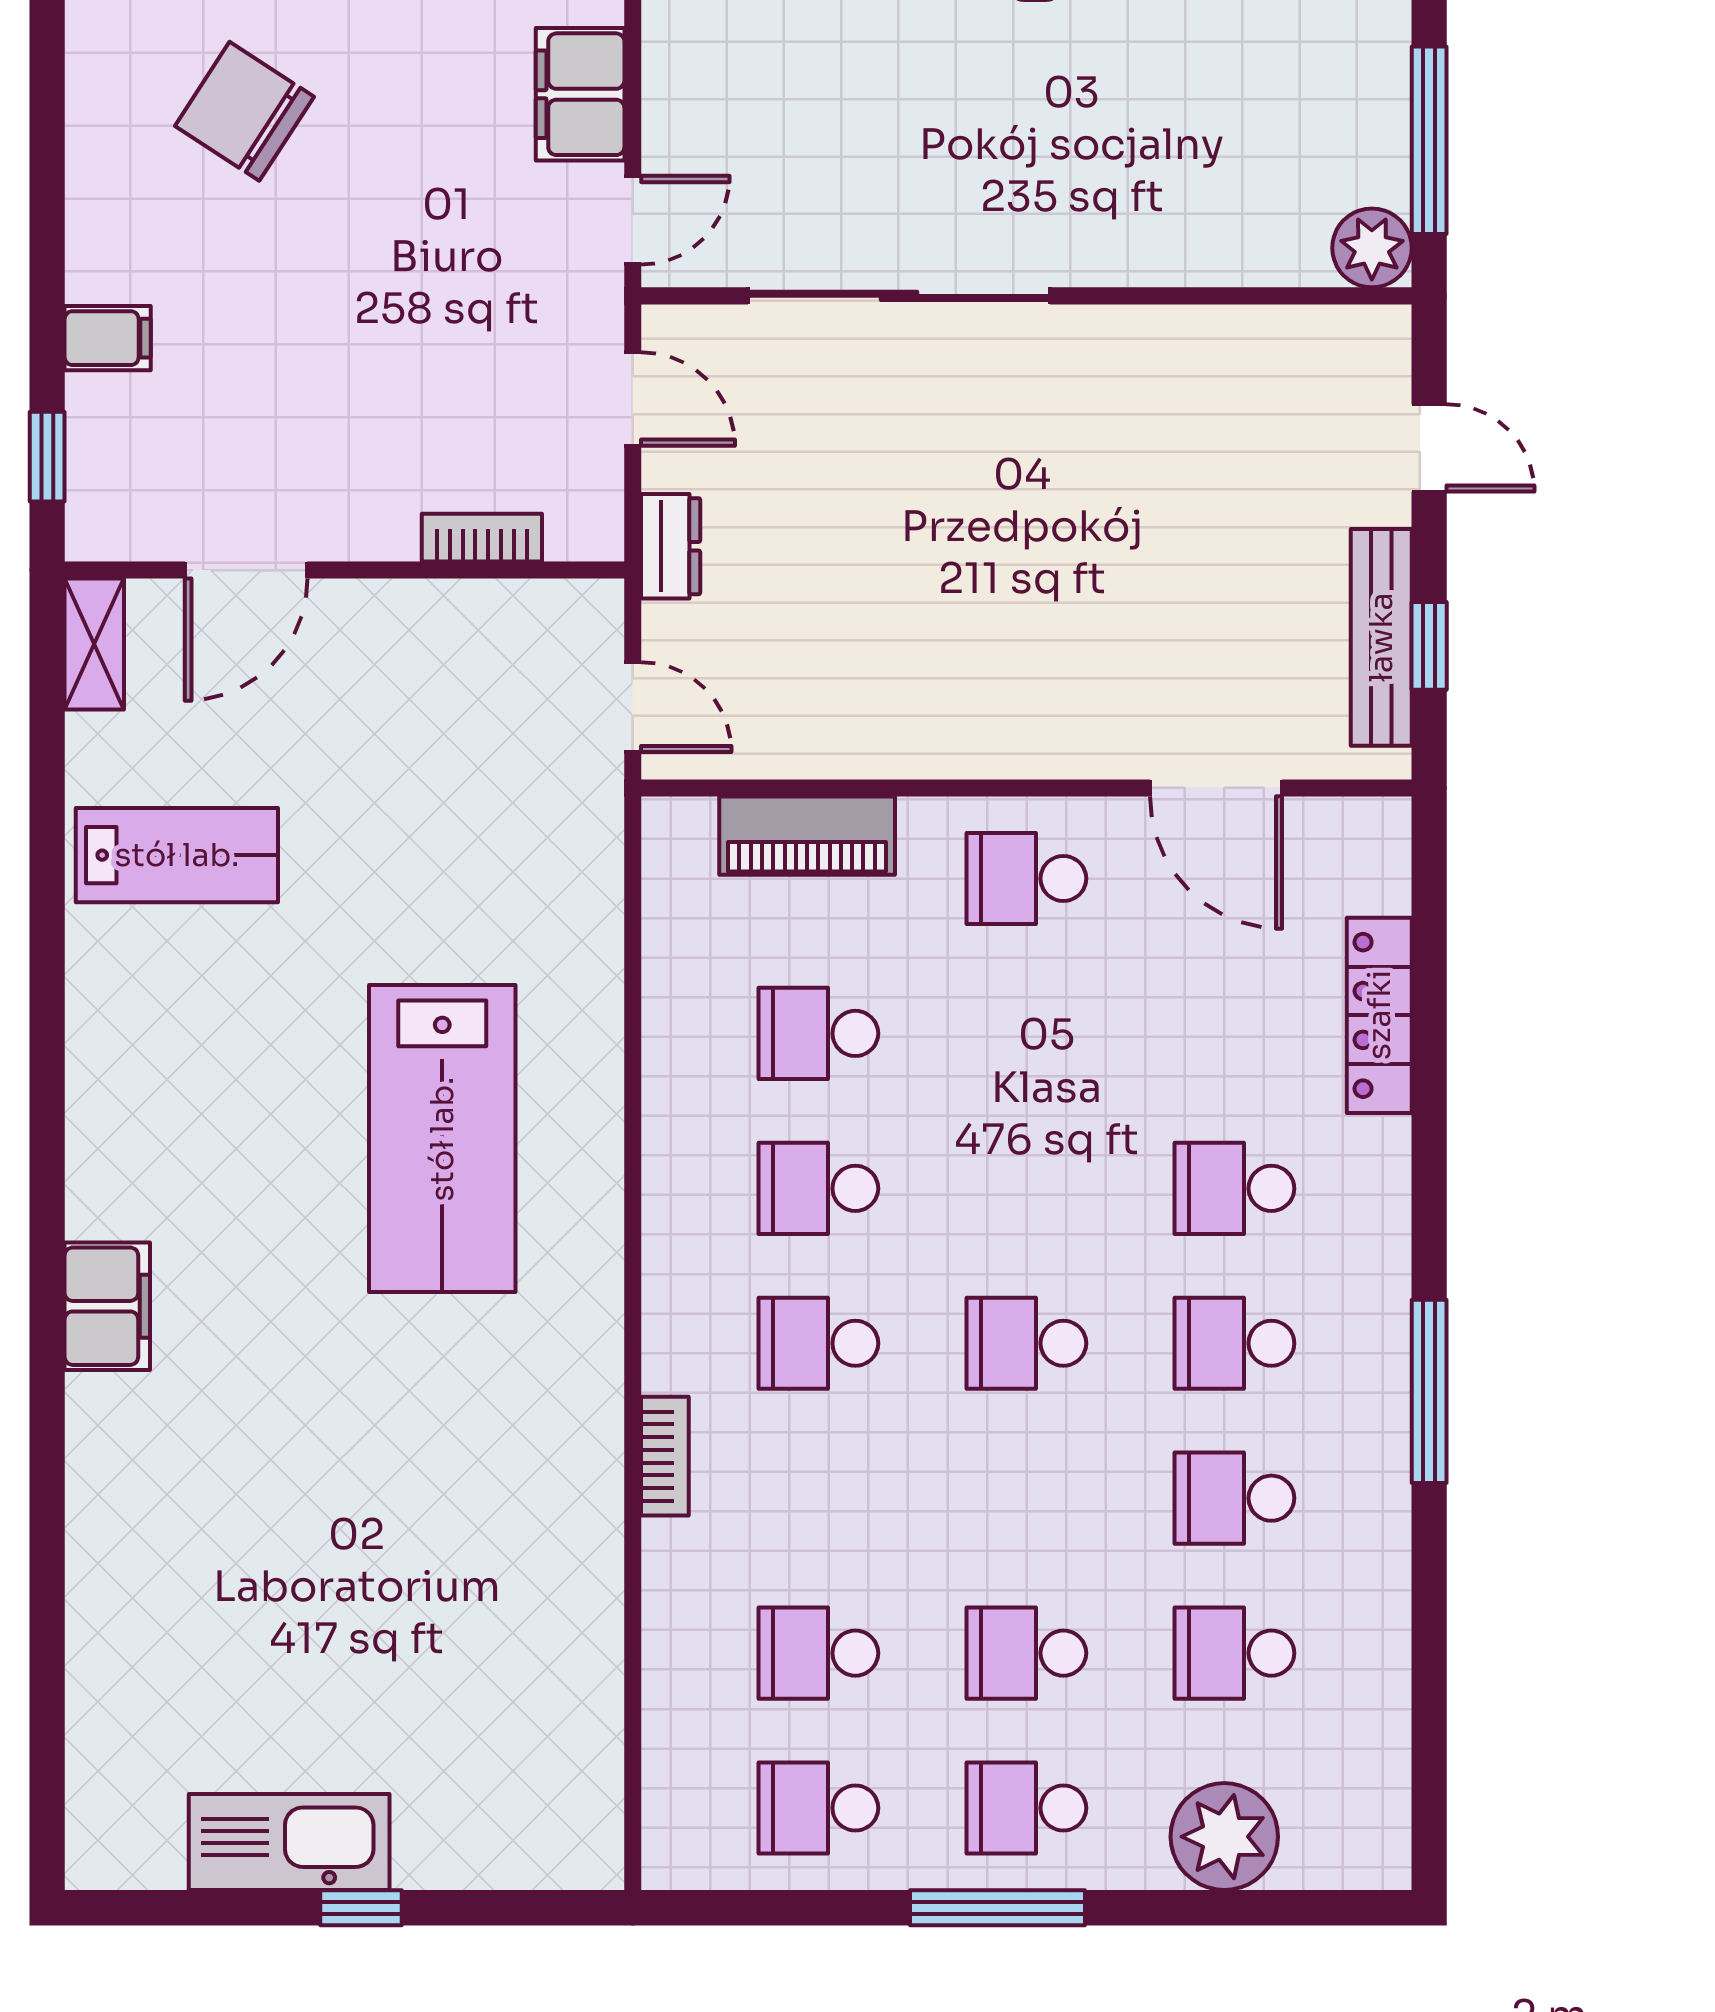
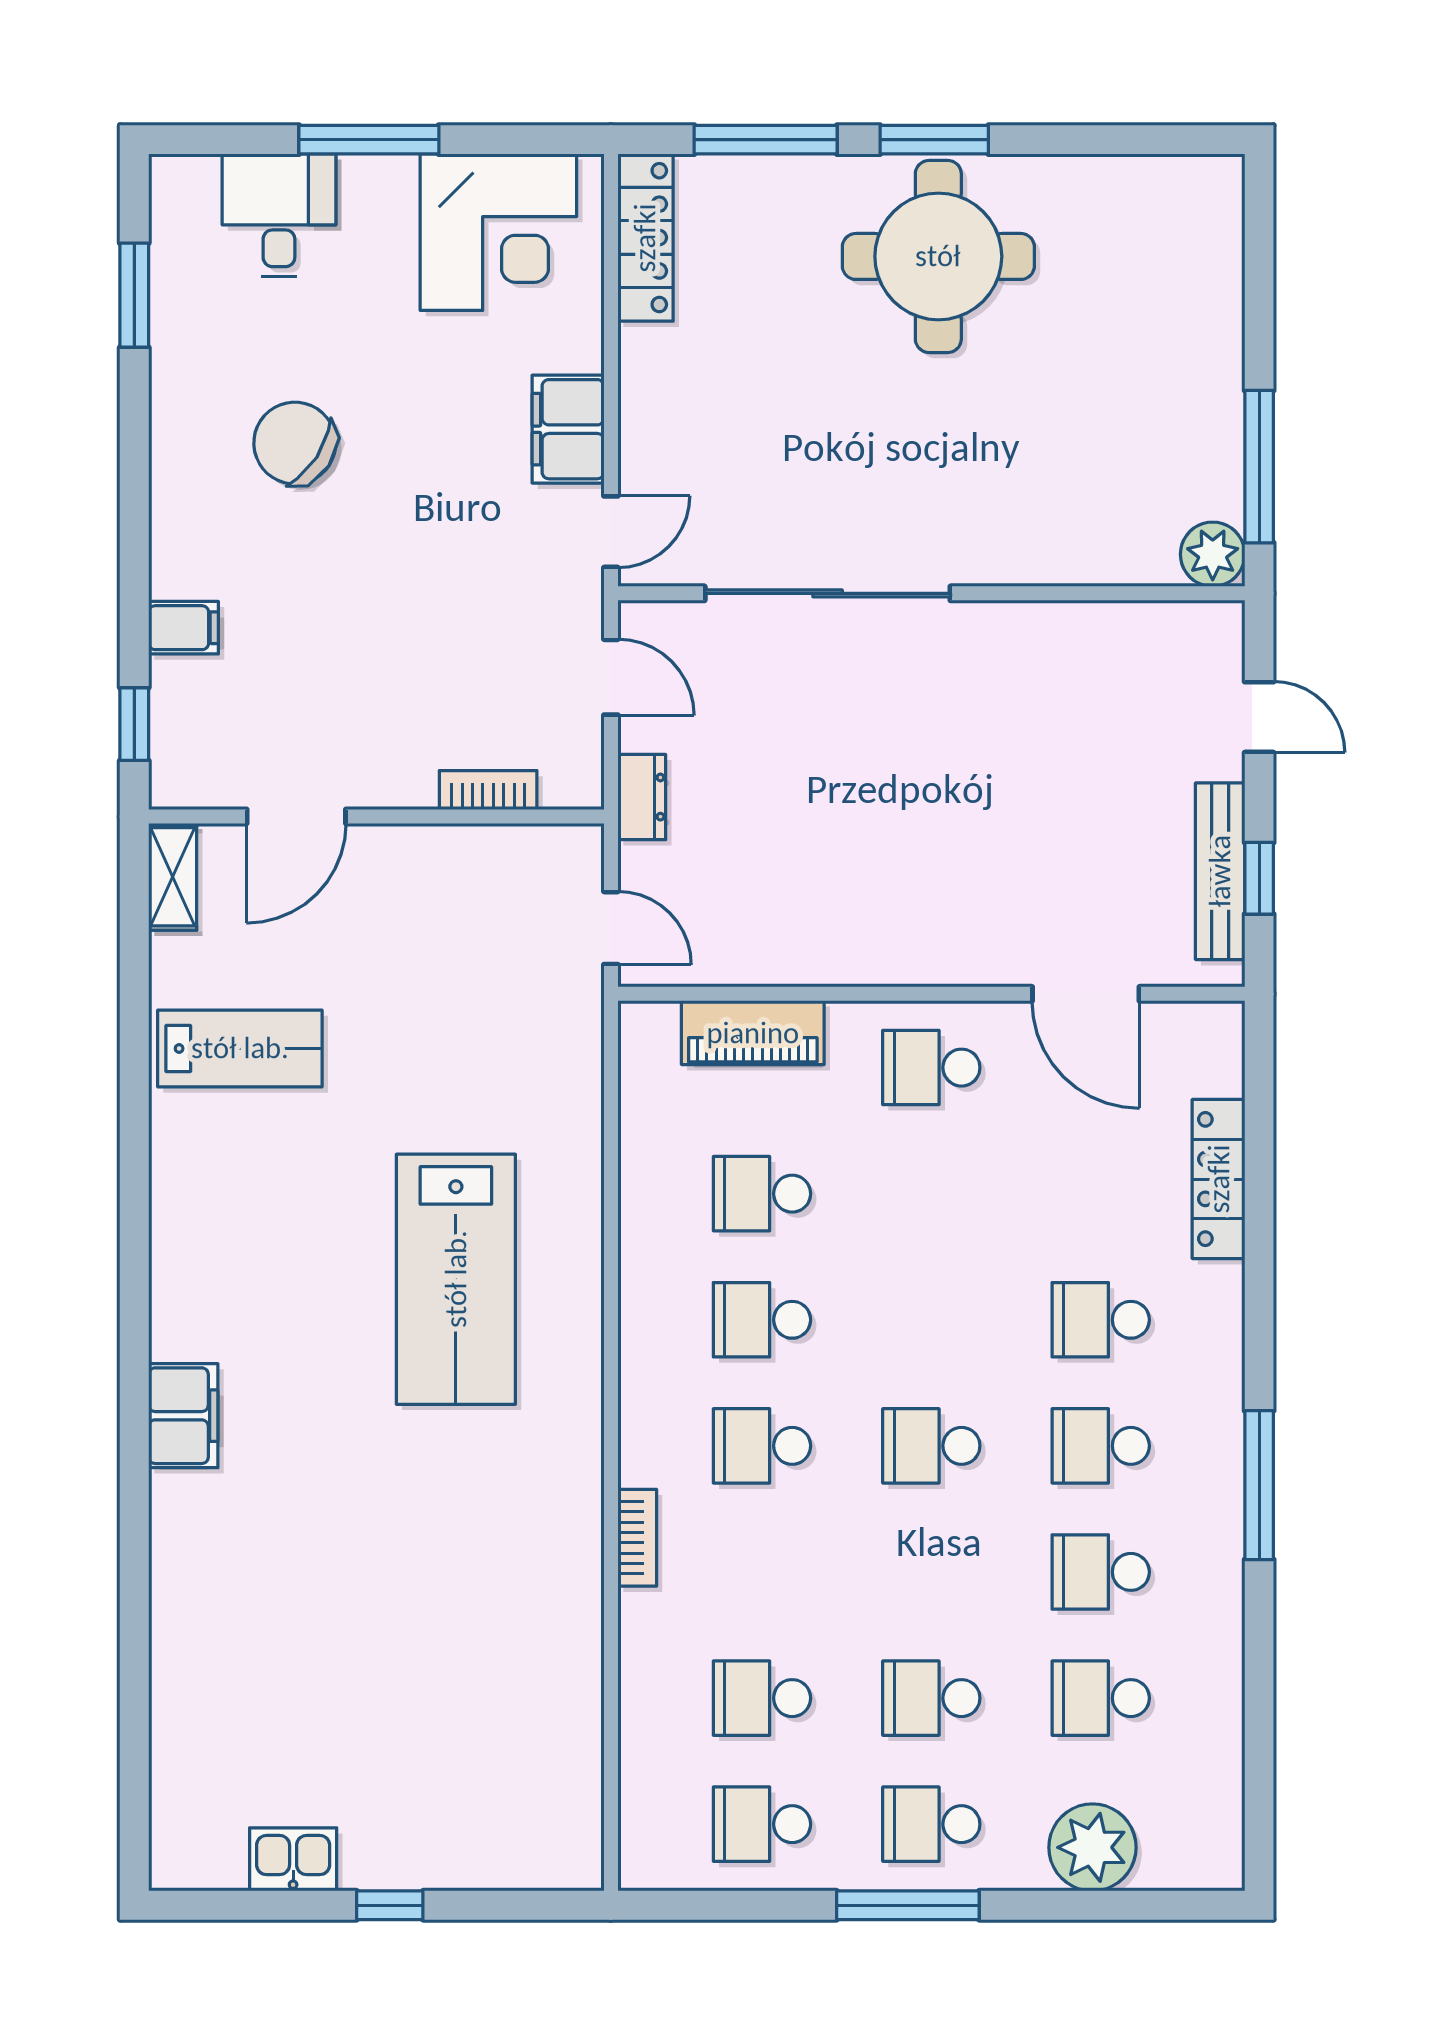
kitchen sink: (289, 1842) -> (293, 1859), width x0.53, depth x0.81

